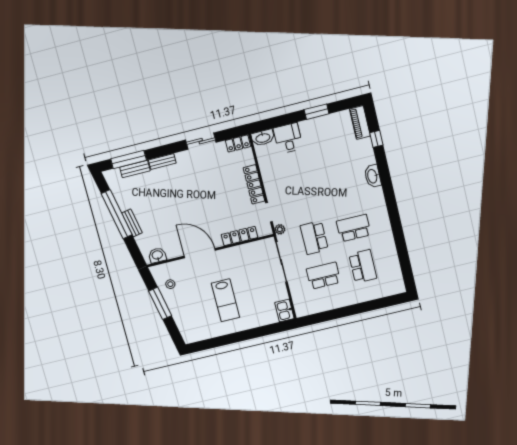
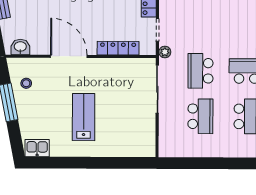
school desk: (323, 276) -> (200, 116), turned 90
lab bench: (225, 300) -> (84, 117), turned 180
kitchen sink: (284, 311) -> (37, 148), moved, turned 90

